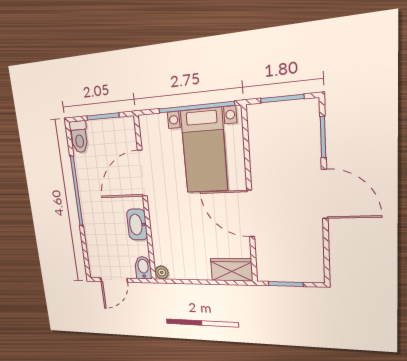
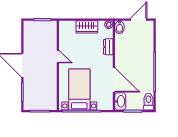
door: (142, 173) -> (114, 80), hinge flipped
door: (251, 214) -> (58, 57), width x0.53
washbasin: (137, 225) -> (120, 101), moved
dresser: (159, 233) -> (108, 47), added
wardrobe: (232, 270) -> (87, 27), moved

